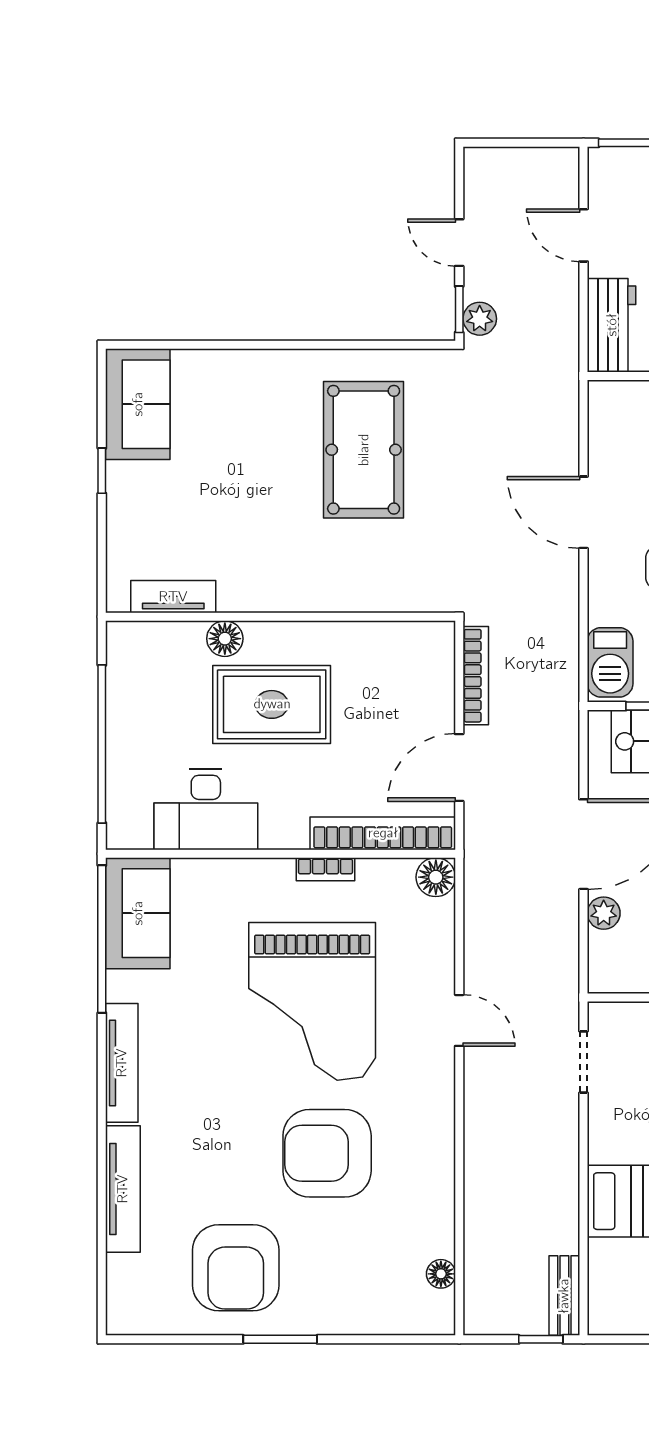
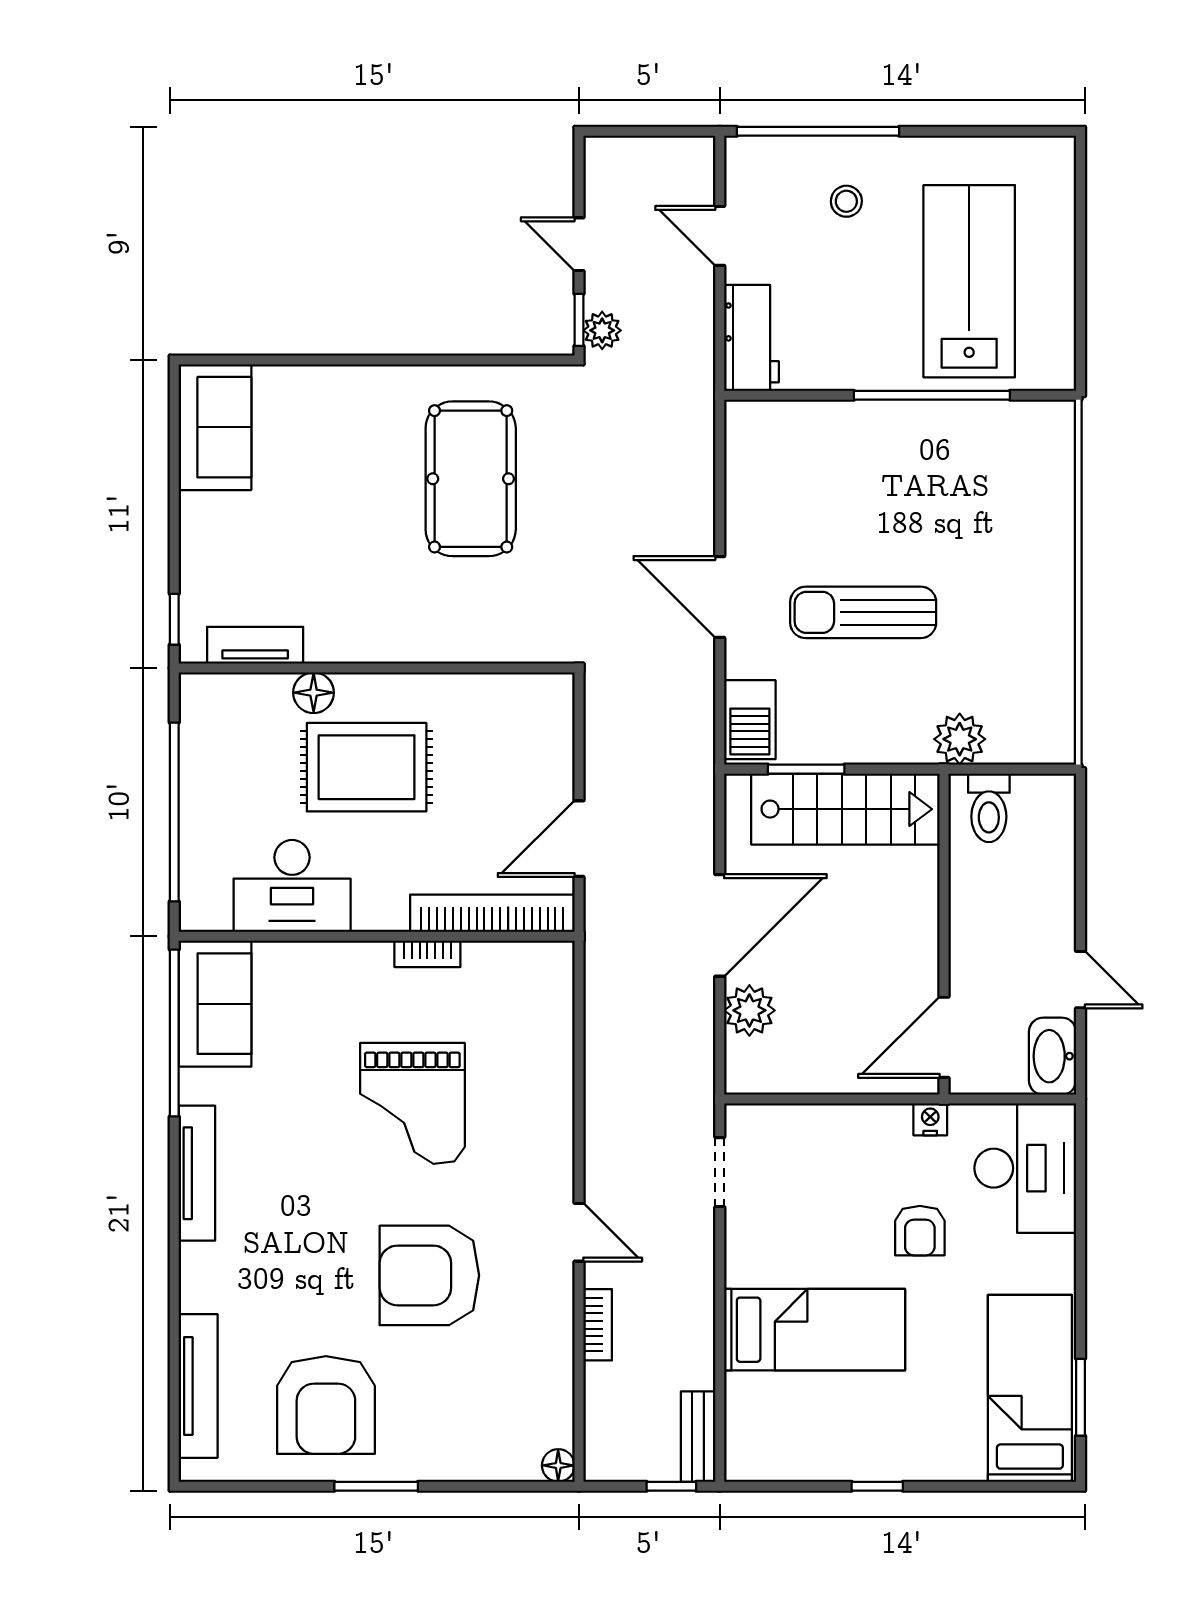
window: (102, 471) -> (174, 619), moved
door: (584, 512) -> (720, 597), moved
bookcase: (476, 676) -> (598, 1325), moved, width x0.64
floor lamp: (436, 877) -> (552, 963), removed
plant: (604, 913) -> (749, 1010), width x1.38, depth x1.38
grand piano: (312, 1001) -> (412, 1103), width x0.73, depth x0.68
door: (459, 1020) -> (579, 1232), moved
tv unit: (123, 1189) -> (198, 1386), moved
floor lamp: (441, 1274) -> (558, 1465), moved

